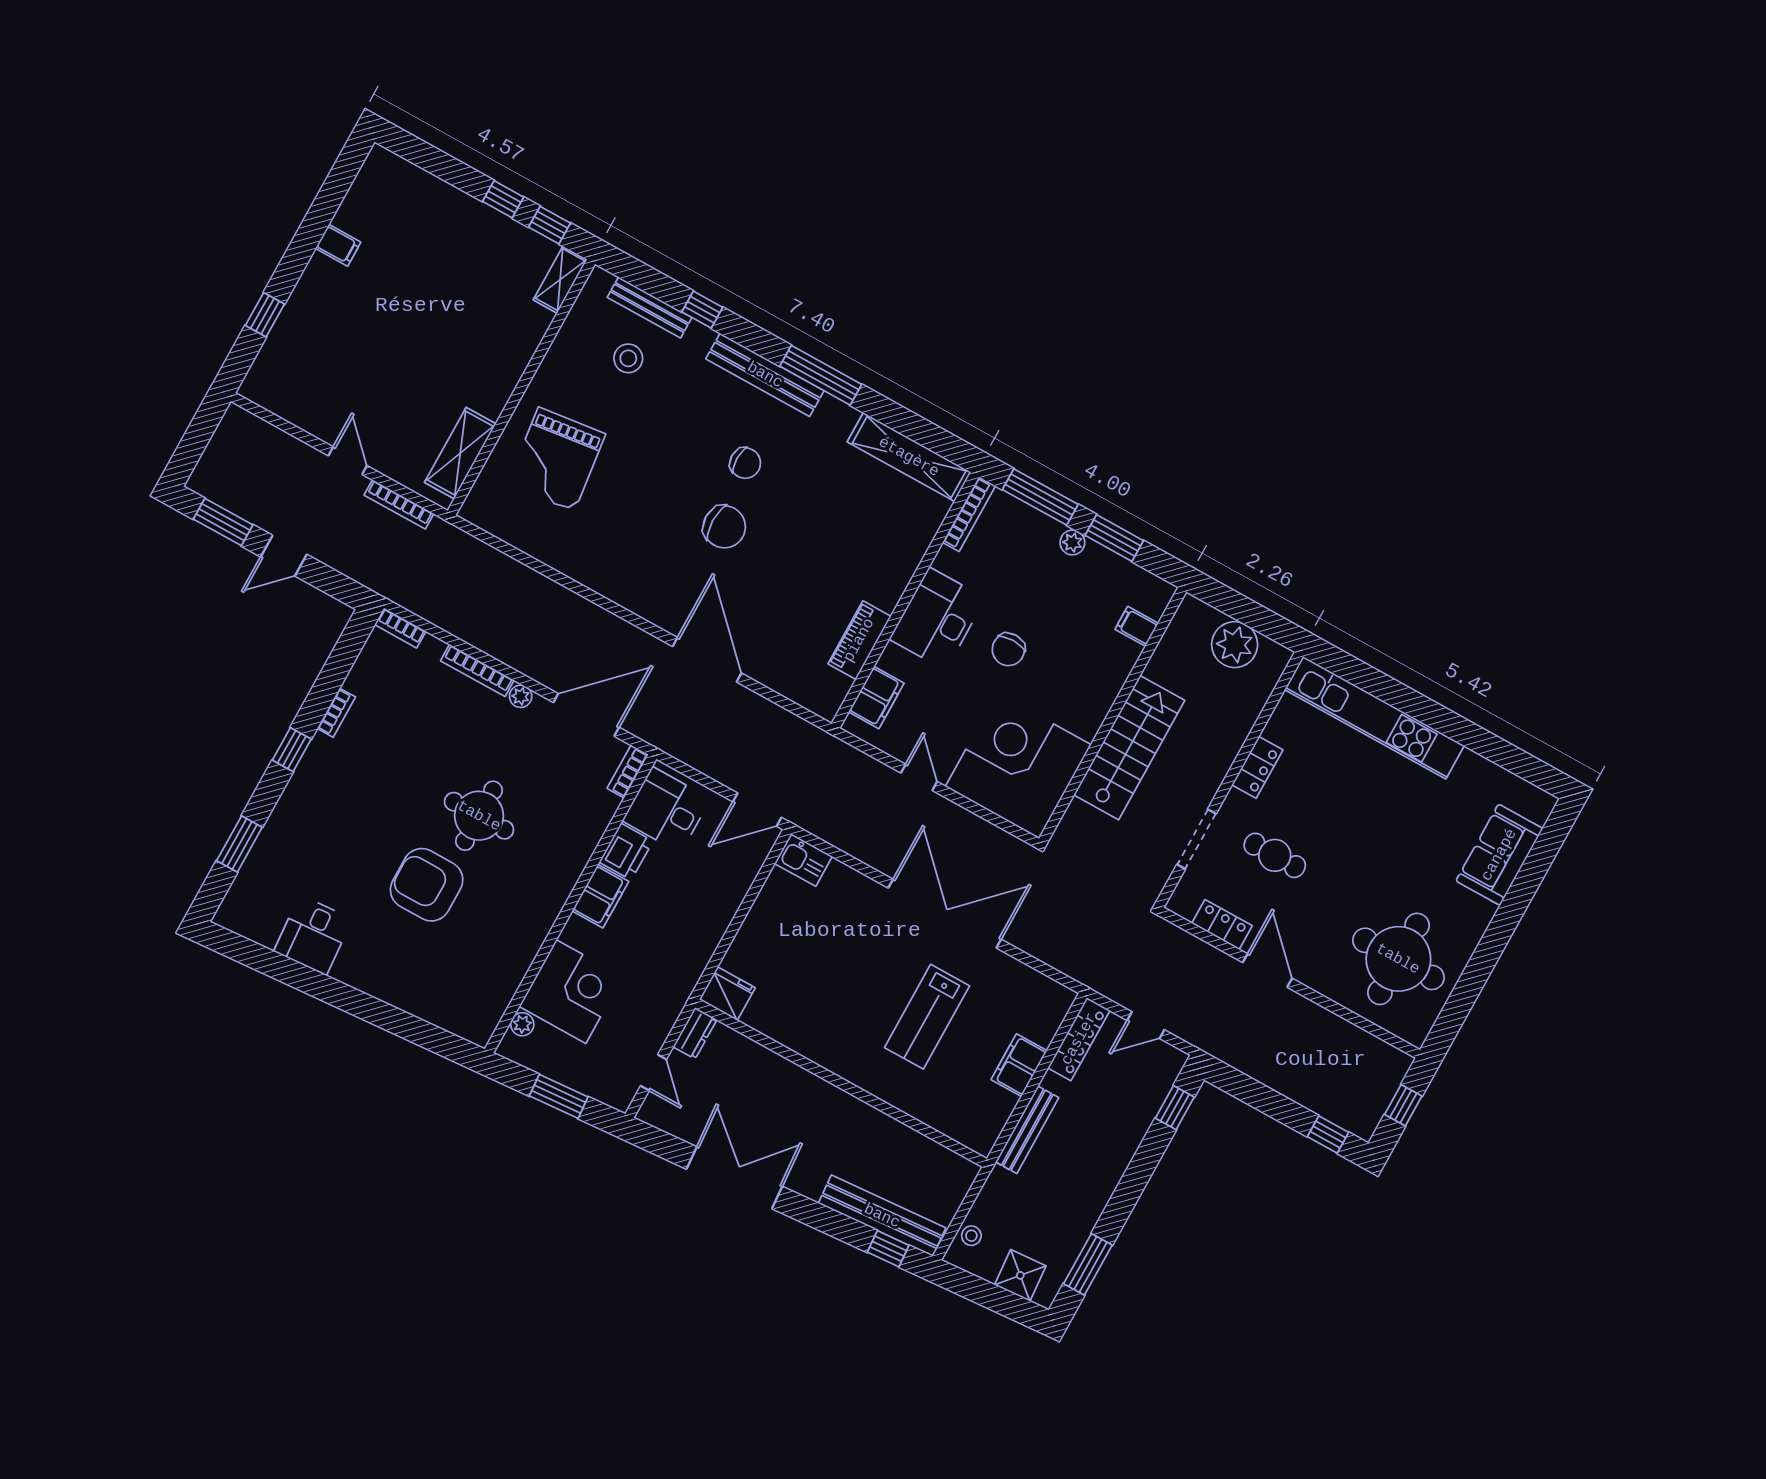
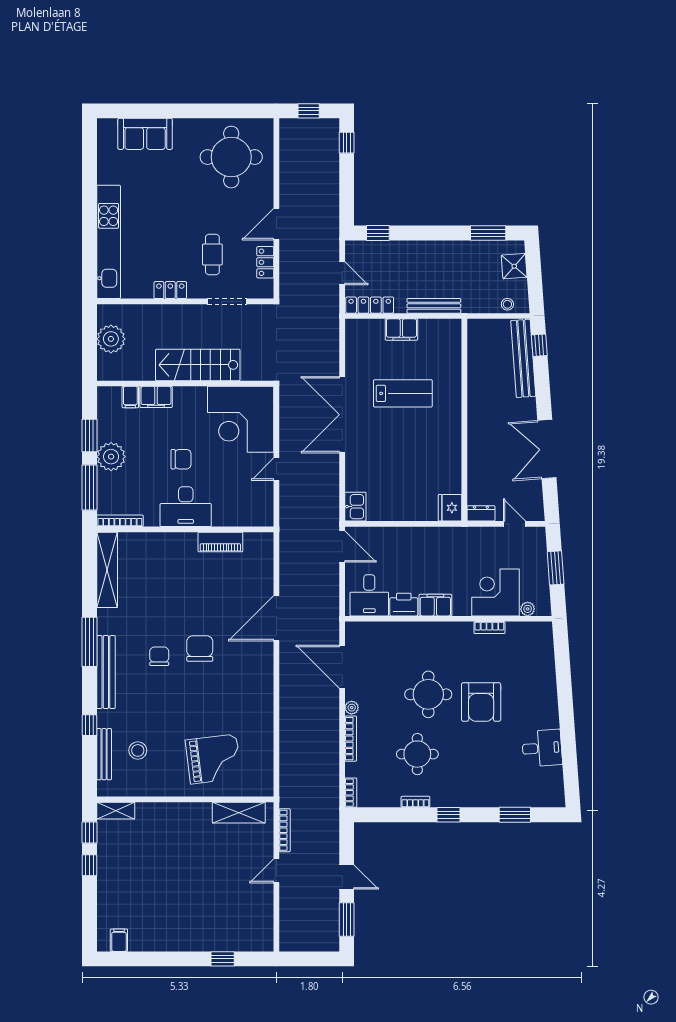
filing cabinet: (338, 245) -> (119, 940), moved
plant: (1072, 542) -> (111, 457), width x1.88, depth x1.88
filing cabinet: (876, 698) -> (156, 397), moved, turned 180
round table: (403, 753) -> (417, 754), added
bookcase: (628, 771) -> (489, 628), moved
door: (653, 1073) -> (514, 524), hinge flipped

